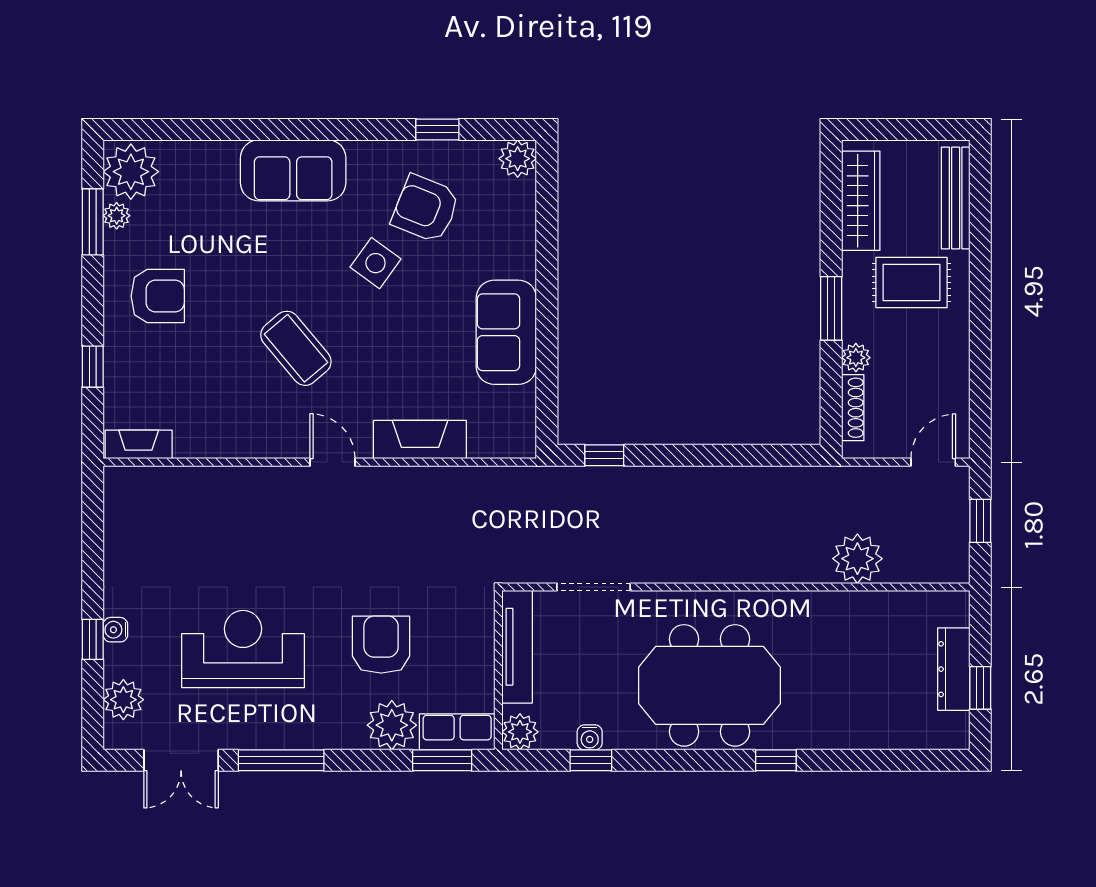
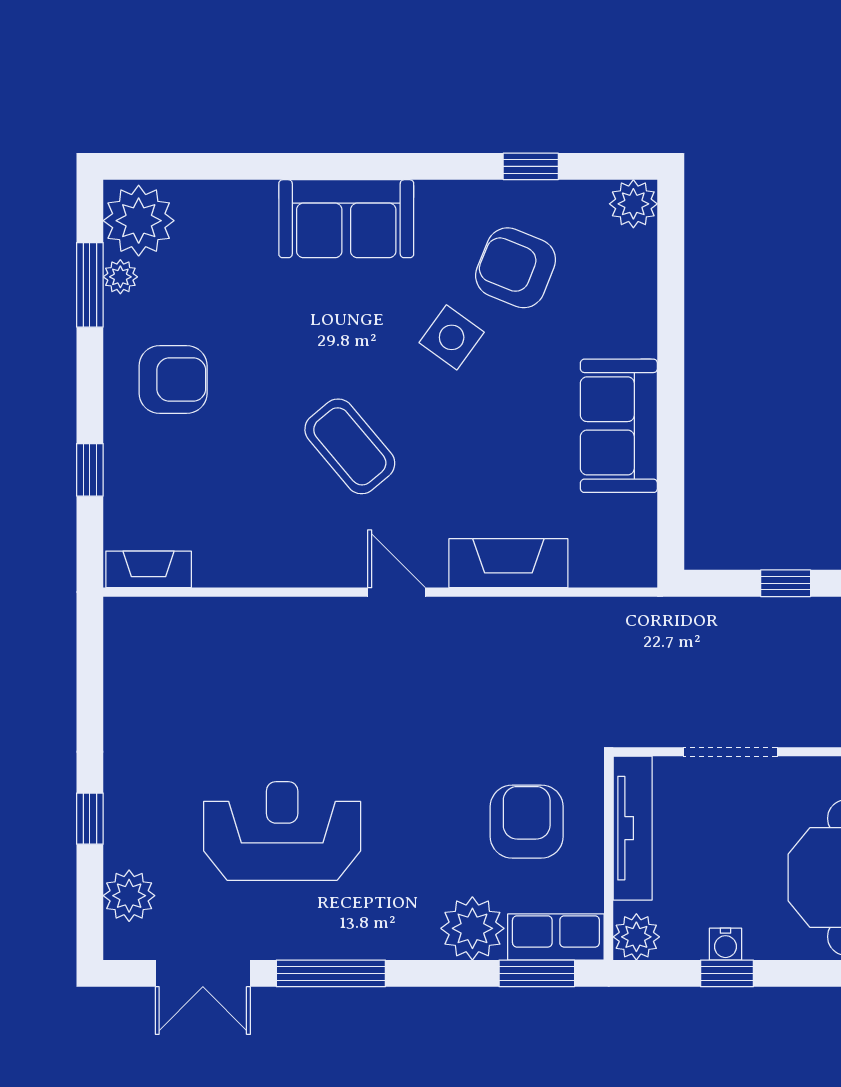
window: (604, 455) -> (786, 583), moved
water cooler: (115, 630) -> (119, 806), removed
armchair: (381, 645) -> (527, 822), moved

